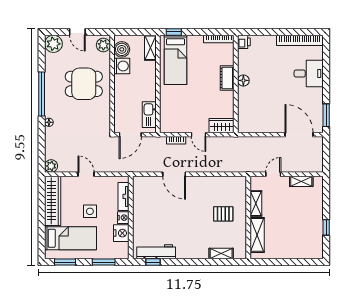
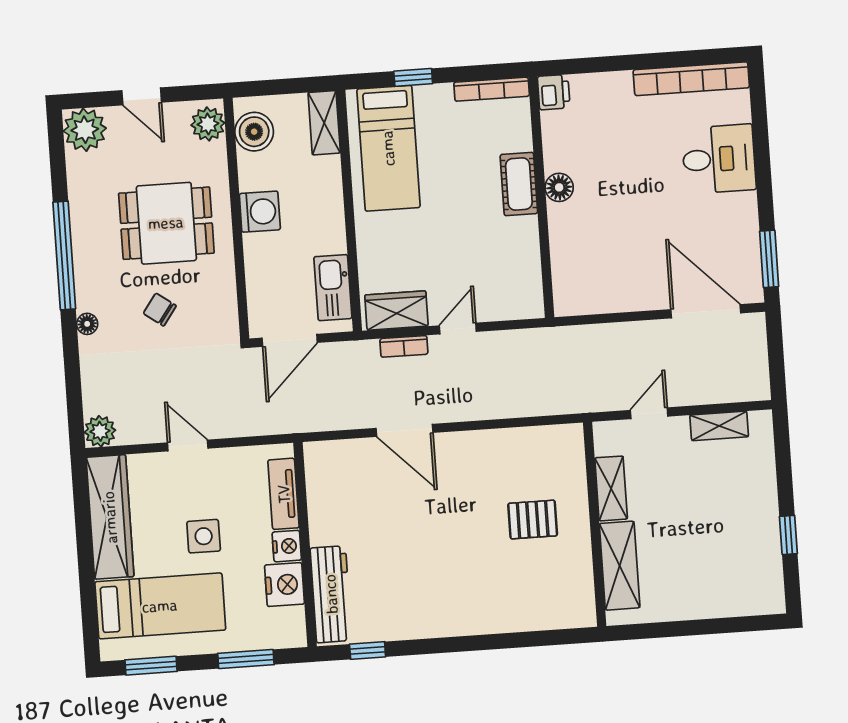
window: (174, 32) -> (413, 77), moved
washing machine: (122, 66) -> (260, 212), moved
chair: (79, 119) -> (160, 310), added
wardrobe: (222, 126) -> (396, 310), moved
door: (198, 135) -> (458, 329), swing flipped
workbench: (156, 252) -> (331, 594), moved, turned 90
shelving: (221, 254) -> (534, 618), removed

